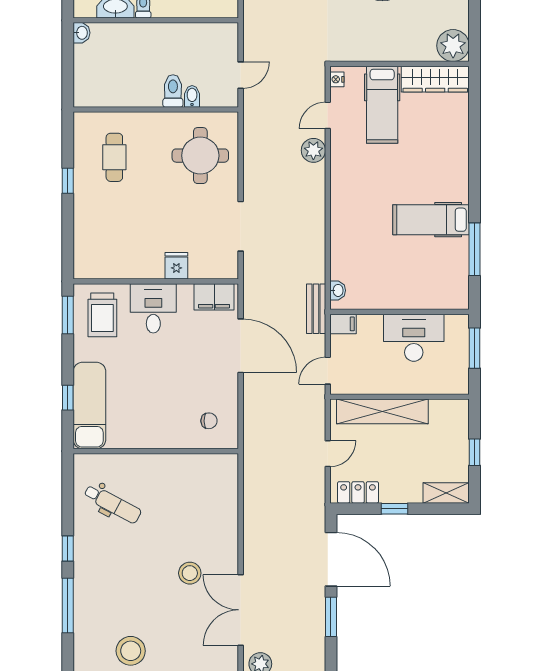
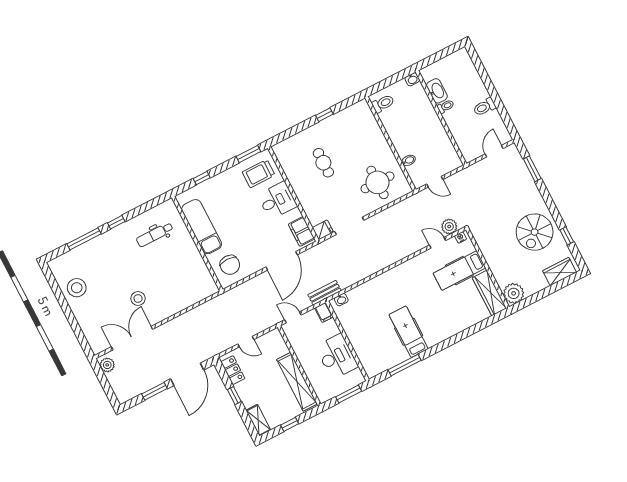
toilet: (173, 91) -> (383, 104), moved
plant: (313, 150) -> (449, 227), moved
cafe table: (114, 157) -> (323, 163), moved, turned 90
fridge: (176, 266) -> (323, 230), moved
exam couch: (89, 405) -> (202, 227), moved, turned -90
shelving: (382, 411) -> (297, 382), moved
chair: (209, 421) -> (230, 265), width x1.87, depth x1.87
dental chair: (113, 504) -> (155, 235), turned 62

